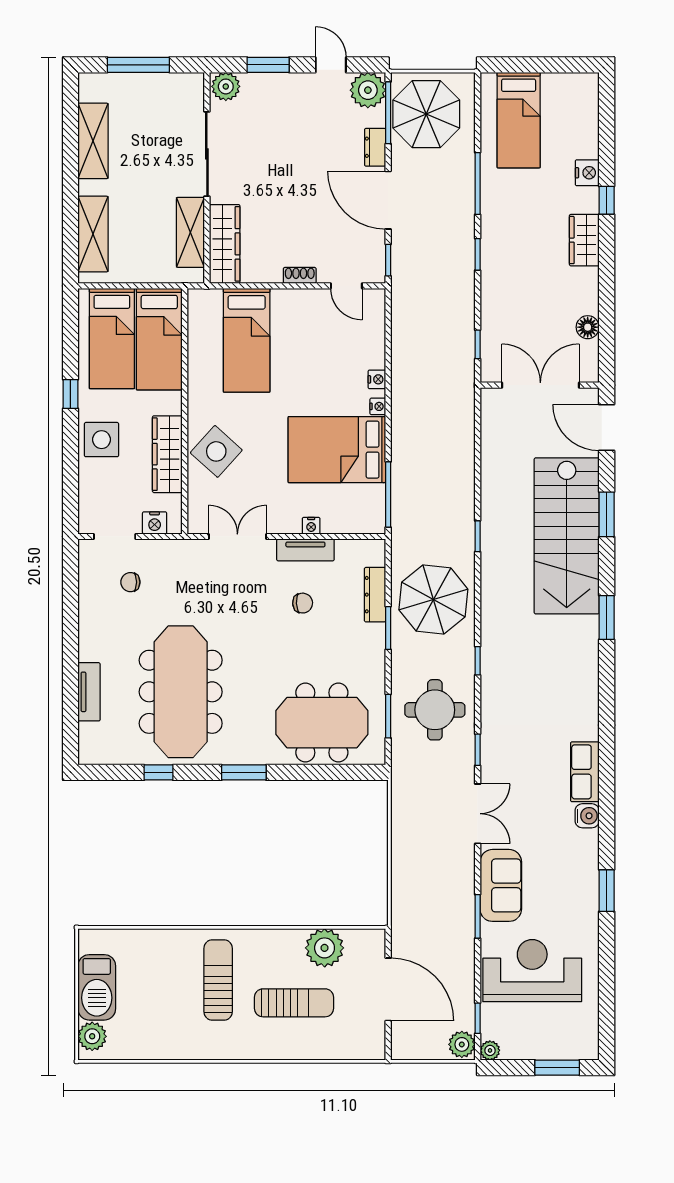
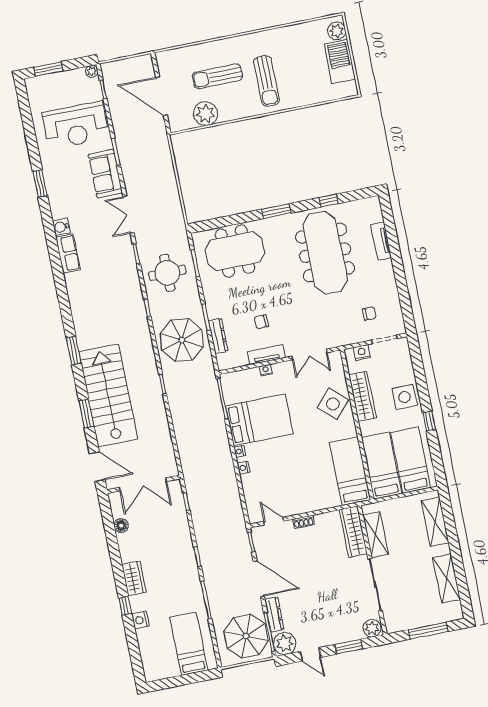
dresser: (375, 147) -> (274, 614), width x1.44
bed: (247, 340) -> (350, 471), moved
plant: (462, 1044) -> (110, 72), removed

